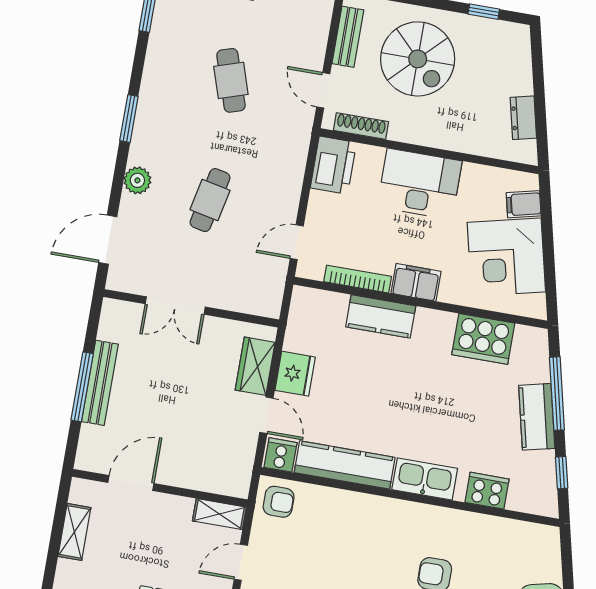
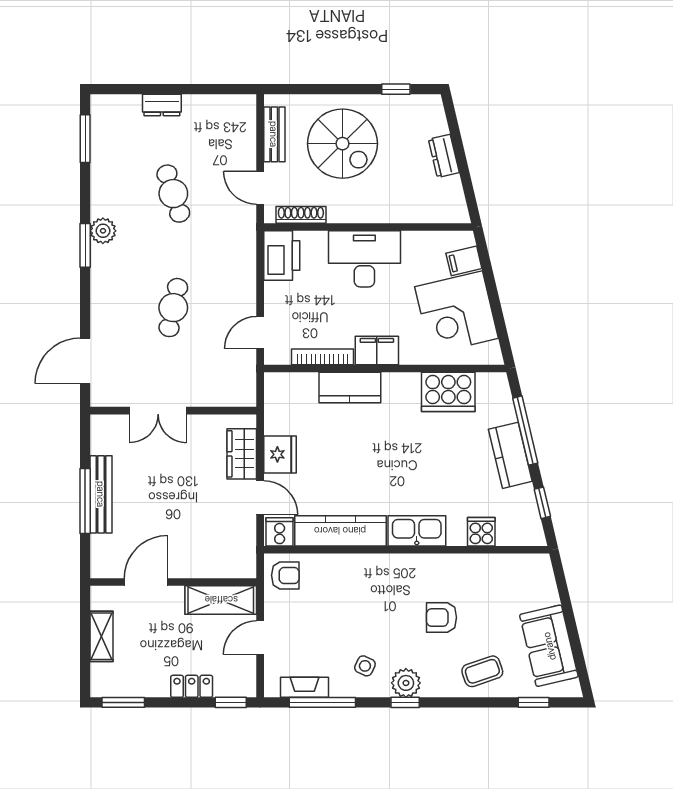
dresser: (523, 118) -> (444, 156), moved
plant: (137, 180) -> (103, 231), moved
cooker: (487, 491) -> (481, 532), width x0.73
shelving: (219, 514) -> (221, 600), width x1.50, depth x1.33

